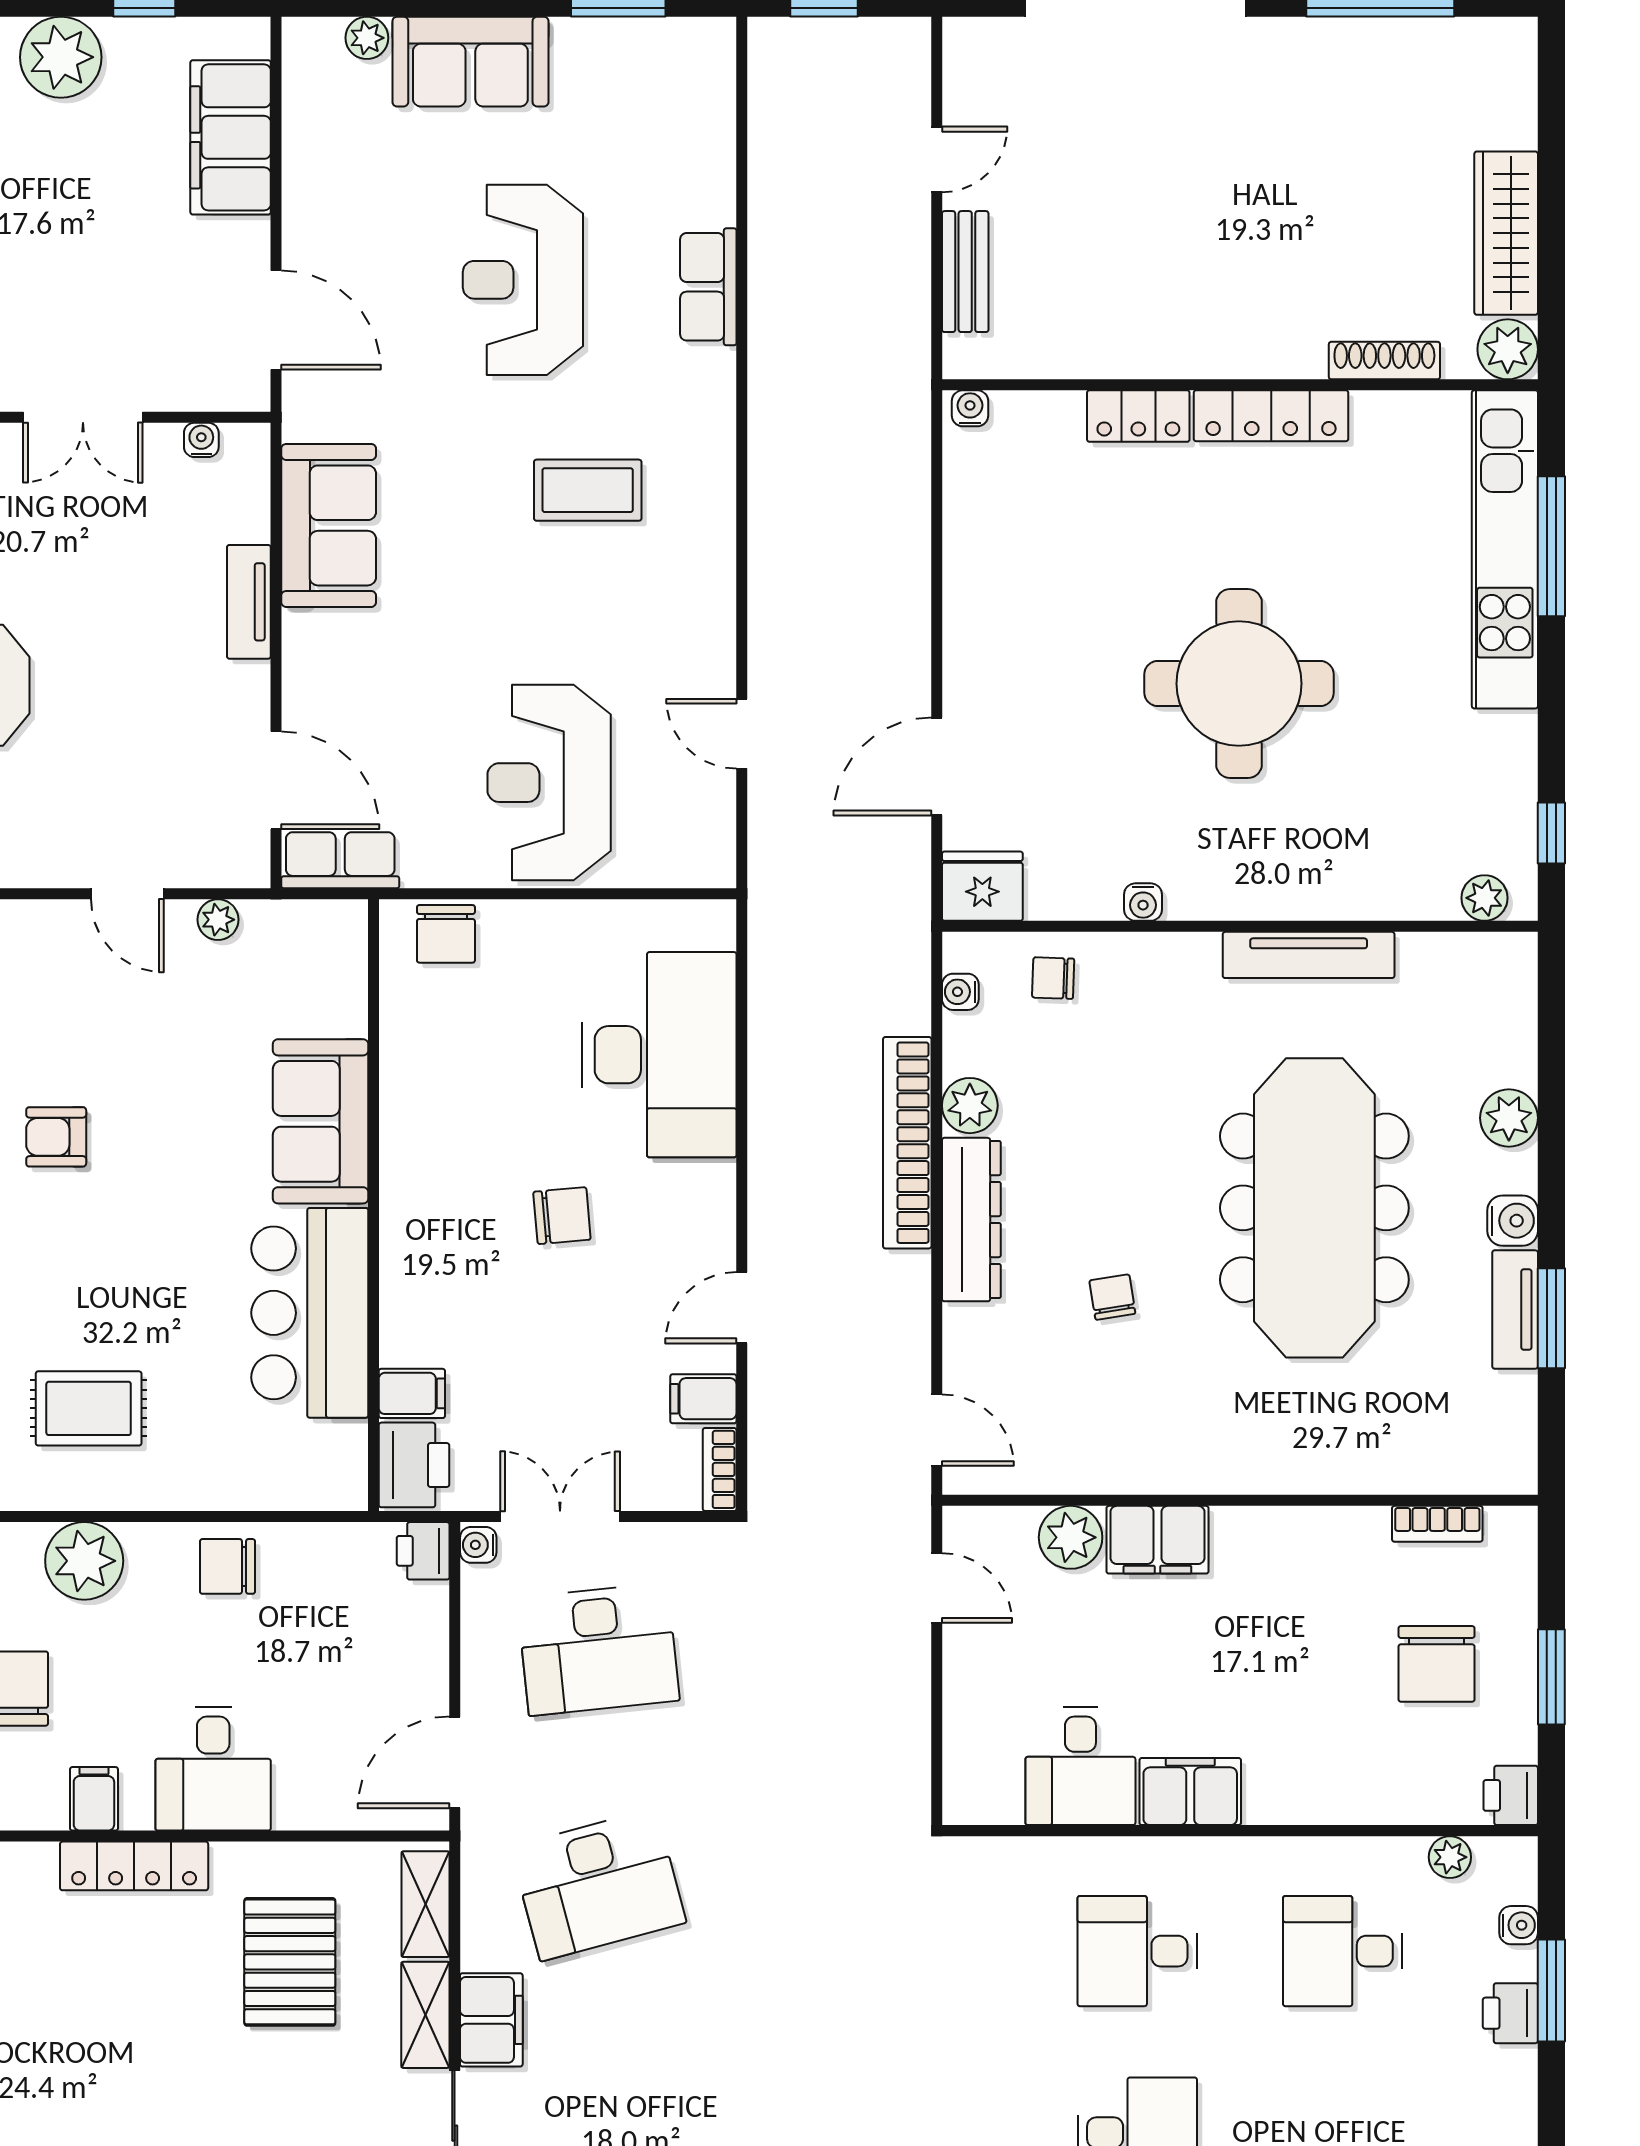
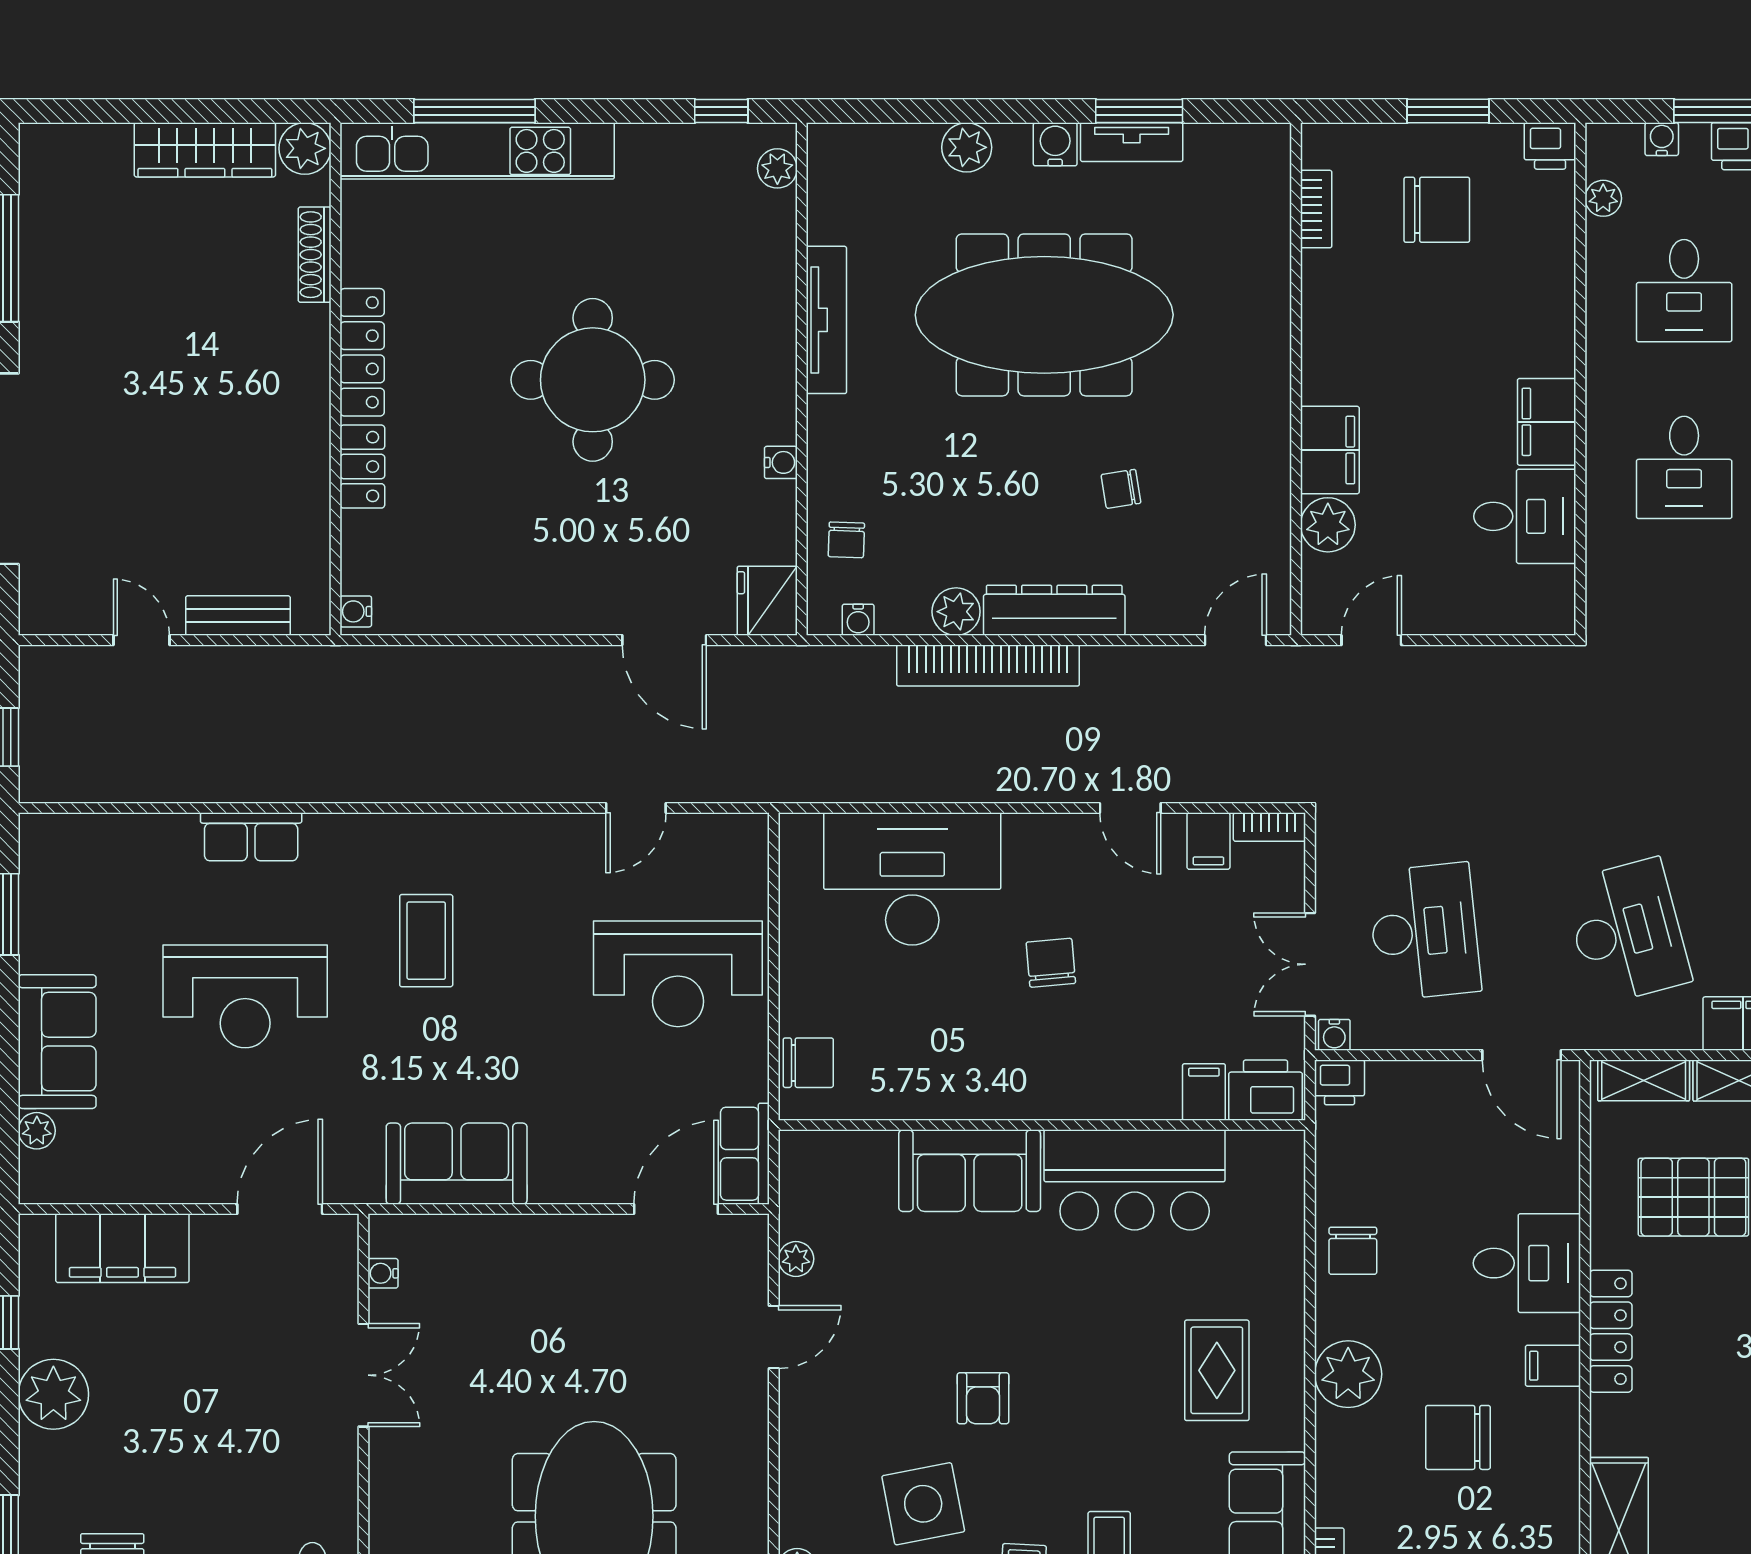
tv unit: (249, 602) -> (522, 1232), removed

